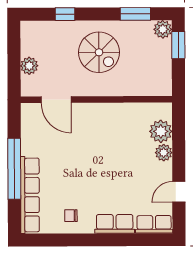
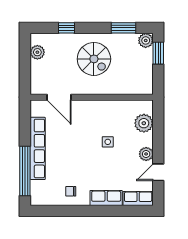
plant: (29, 66) -> (37, 52), moved
plant: (164, 153) -> (146, 154), moved
side table: (116, 154) -> (108, 142), added
window: (14, 169) -> (25, 171), moved
row of seats: (30, 195) -> (38, 148), moved

